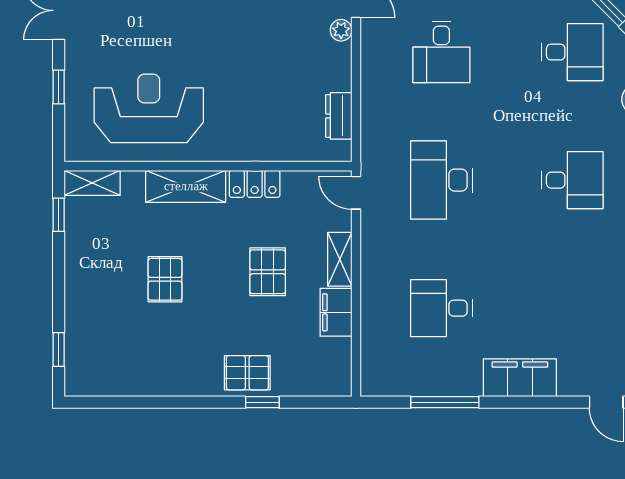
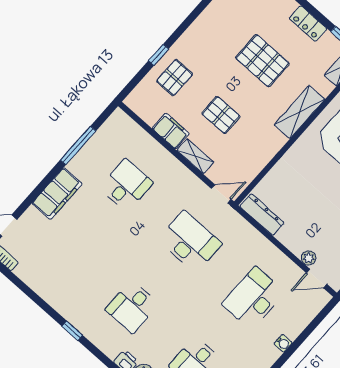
desk: (441, 52) -> (253, 298), width x1.37
dresser: (339, 116) -> (262, 215), width x1.44
locker: (255, 184) -> (308, 24), moved, turned -90
pallet: (165, 279) -> (262, 61), width x1.50, depth x1.42
pallet: (247, 373) -> (175, 78), moved

